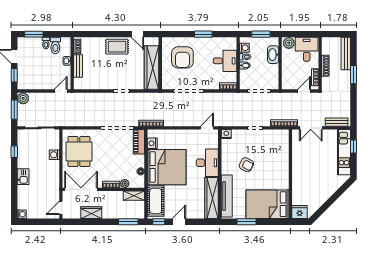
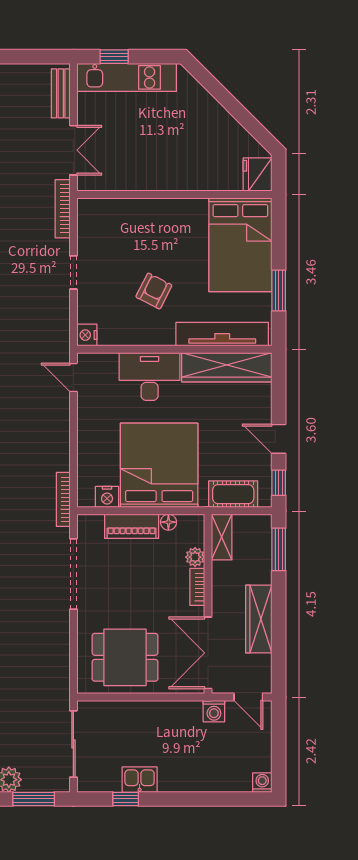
piano: (139, 142) -> (132, 526), moved
washing machine: (54, 155) -> (214, 711), moved
kitchen sink: (23, 177) -> (140, 780), moved
cot: (156, 201) -> (233, 494), width x0.73, depth x0.75
wardrobe: (91, 213) -> (259, 619), width x1.50

